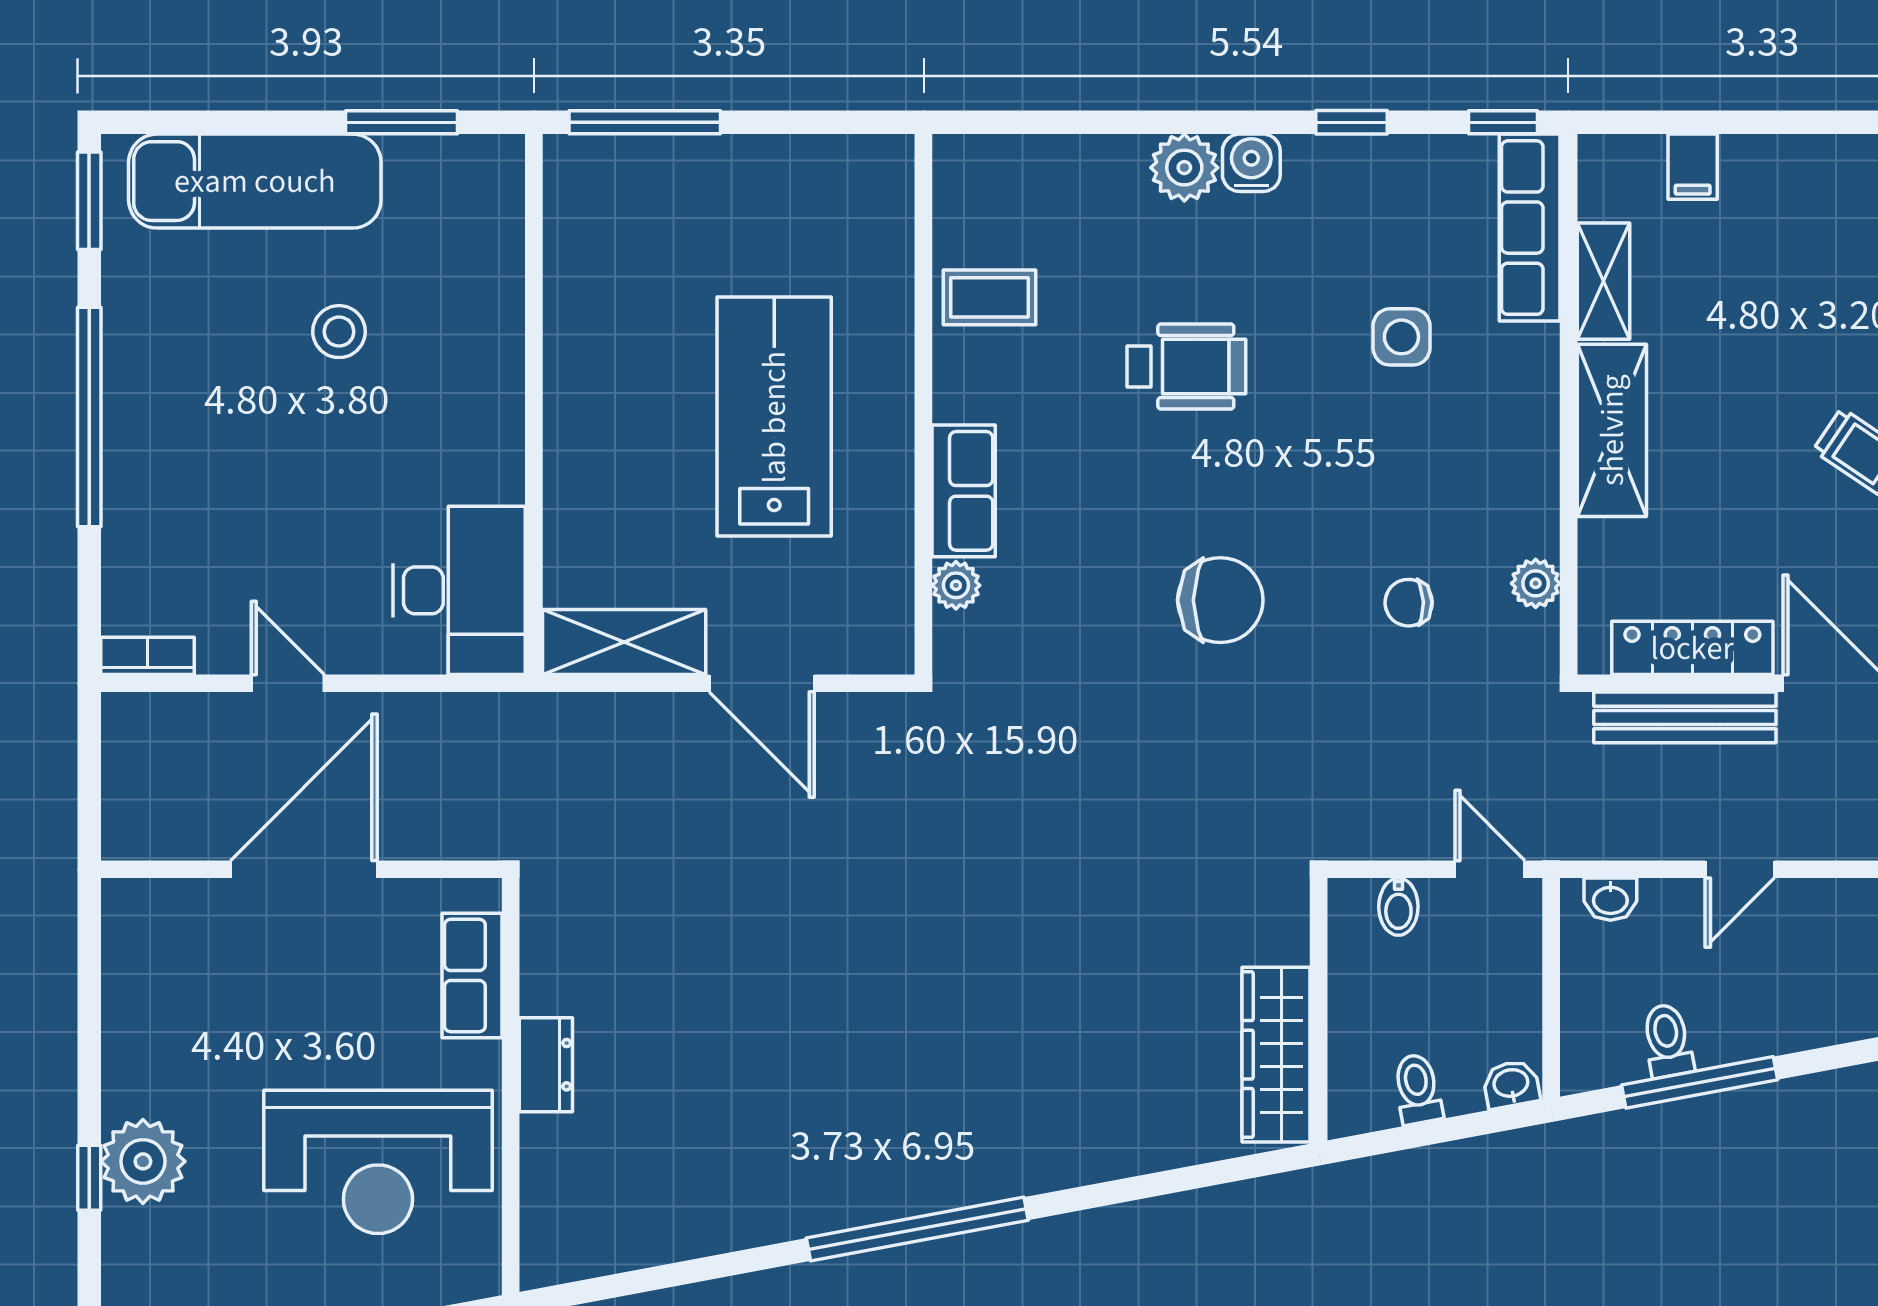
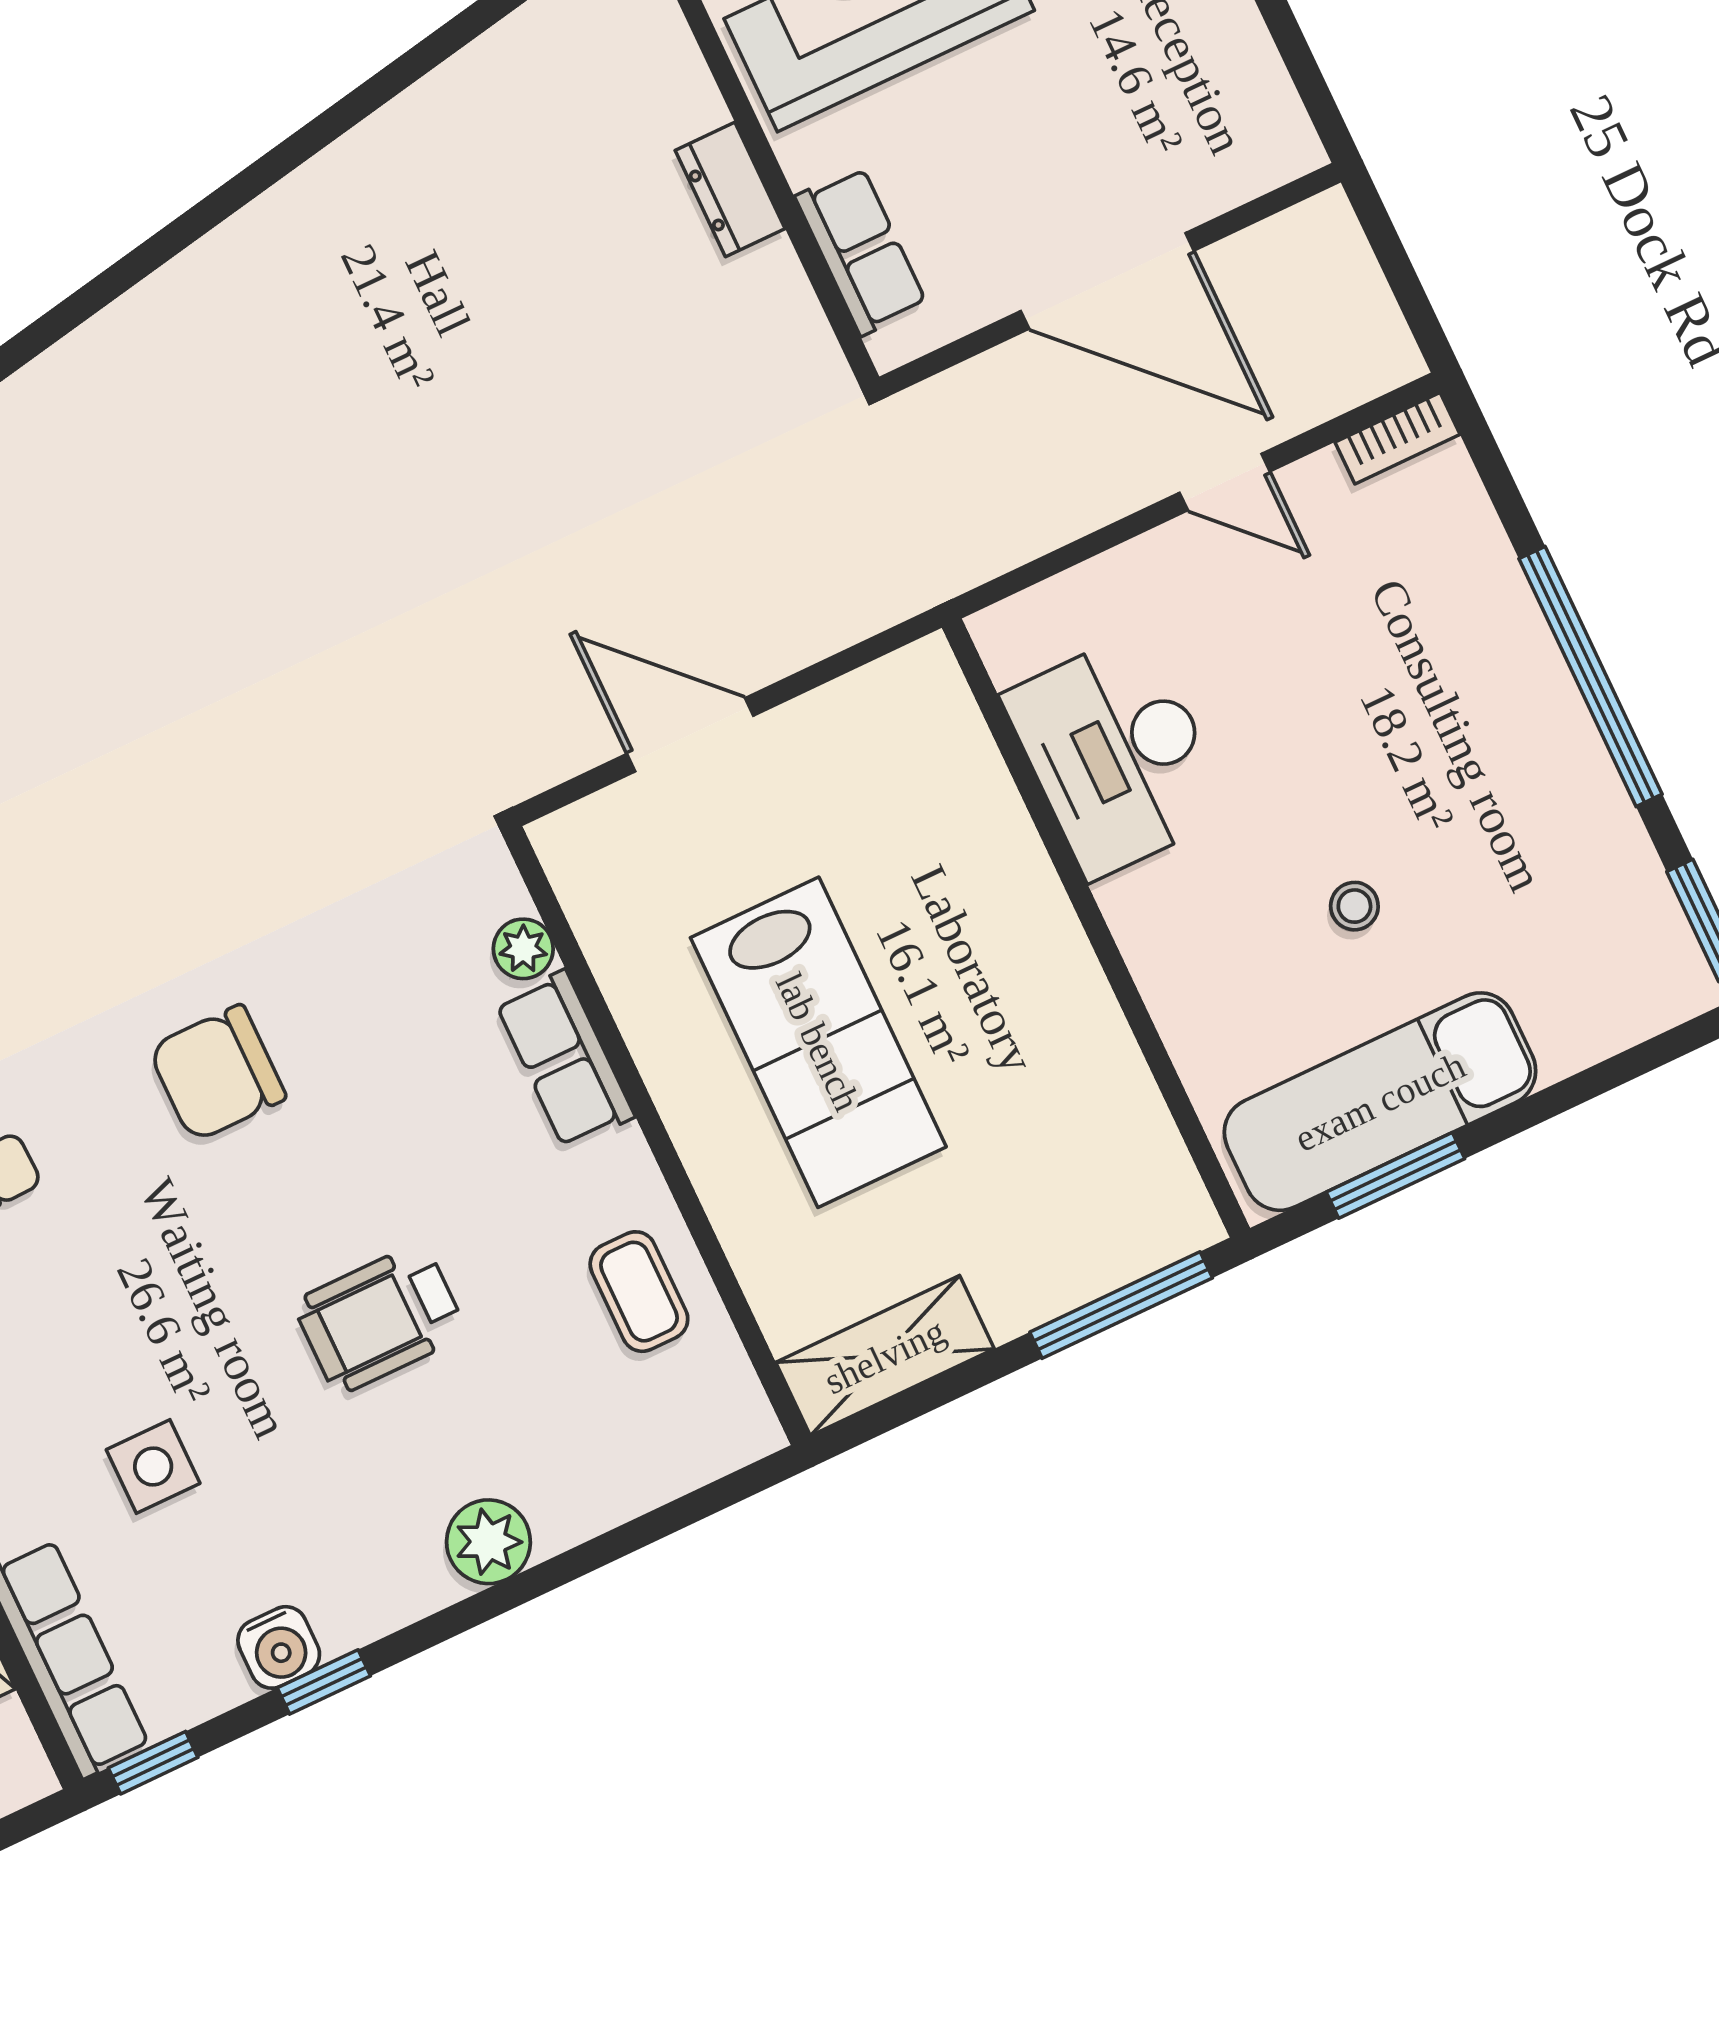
water cooler: (1251, 163) -> (279, 1647), moved
exam couch: (255, 181) -> (1380, 1102), moved
coffee table: (989, 297) -> (639, 1292), turned 90
stool: (339, 332) -> (1354, 906), width x0.73, depth x0.73
desk: (459, 590) -> (1117, 754), moved
shelving: (624, 642) -> (885, 1356), moved
door: (304, 869) -> (1107, 281), hinge flipped
window: (917, 1229) -> (224, 202), removed

